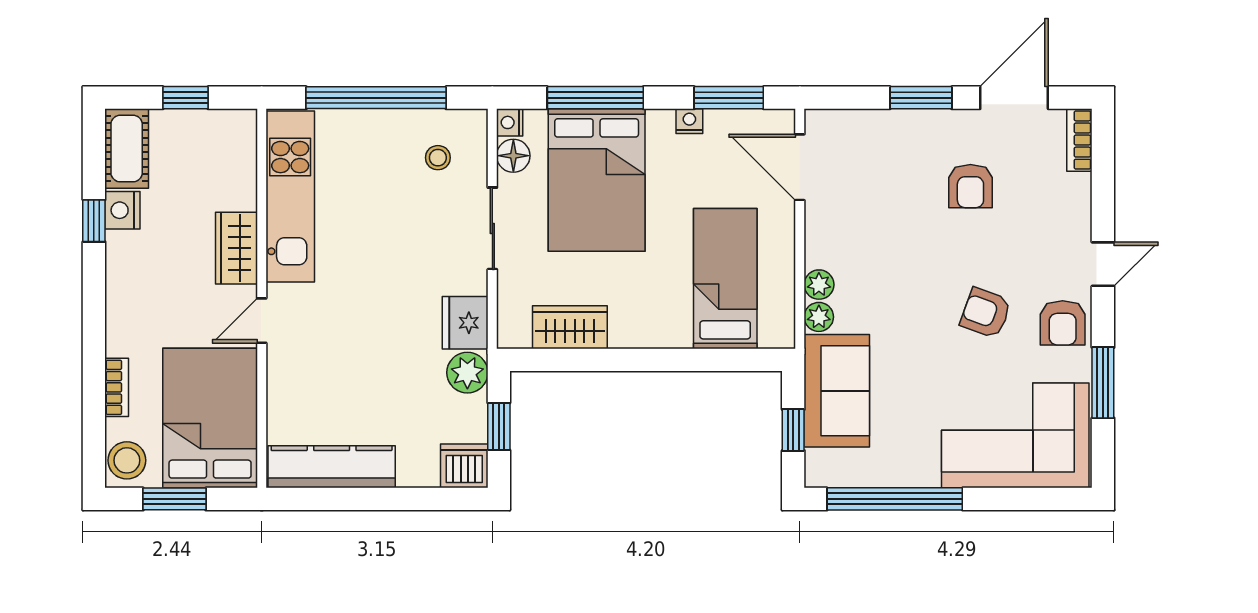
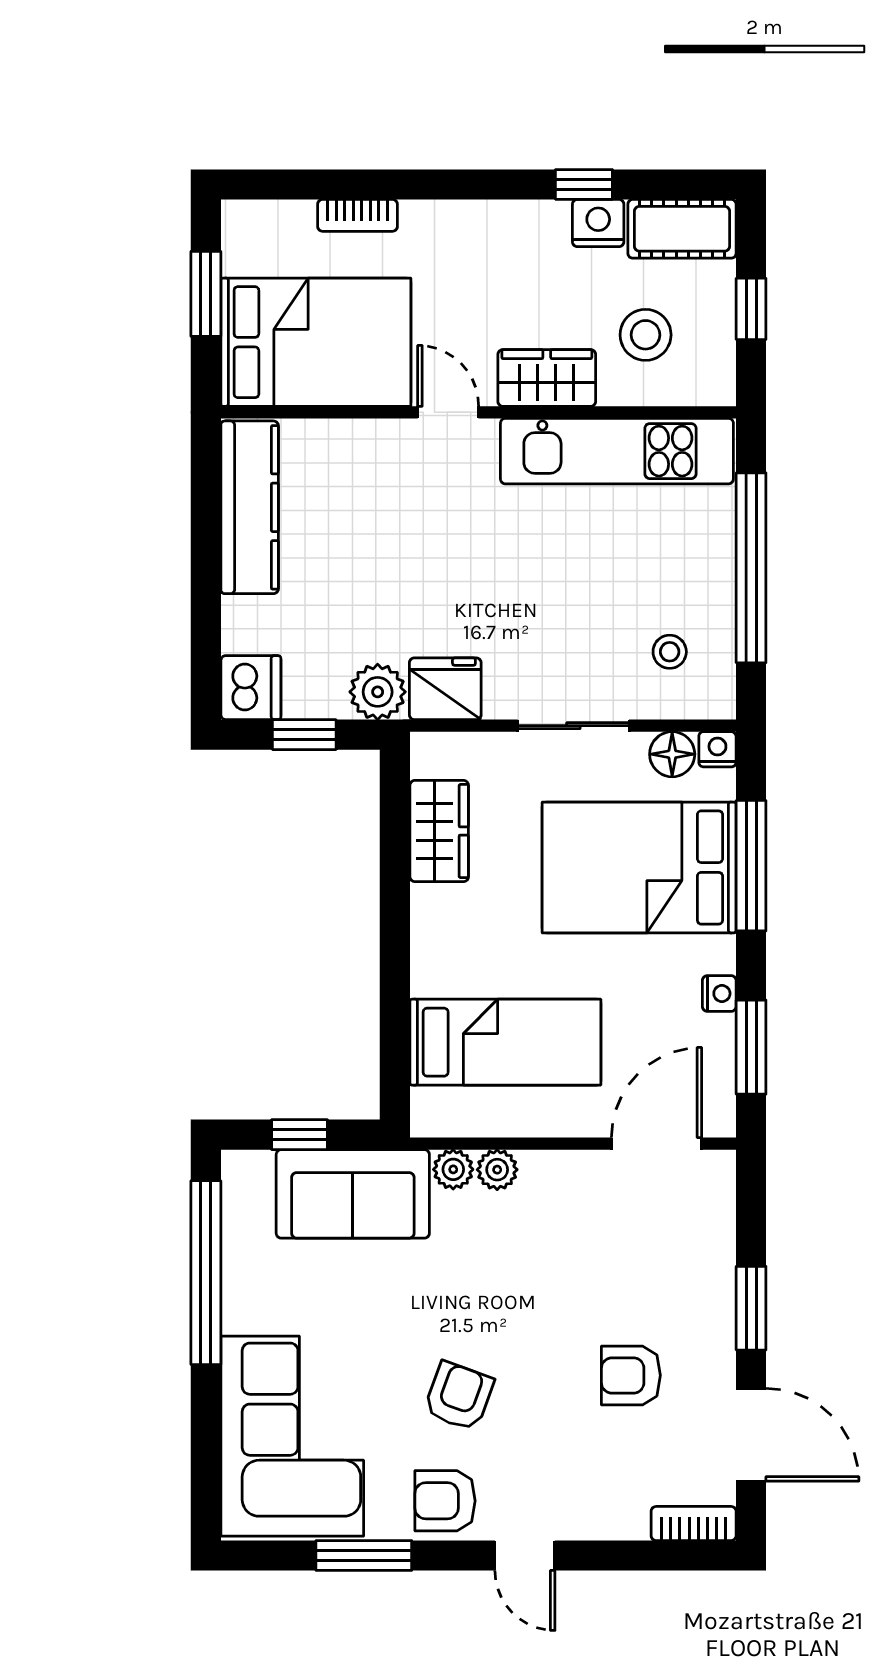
stool: (127, 460) -> (646, 335), moved

